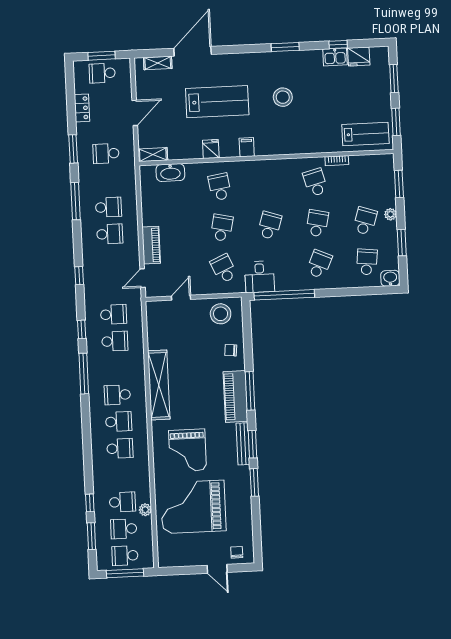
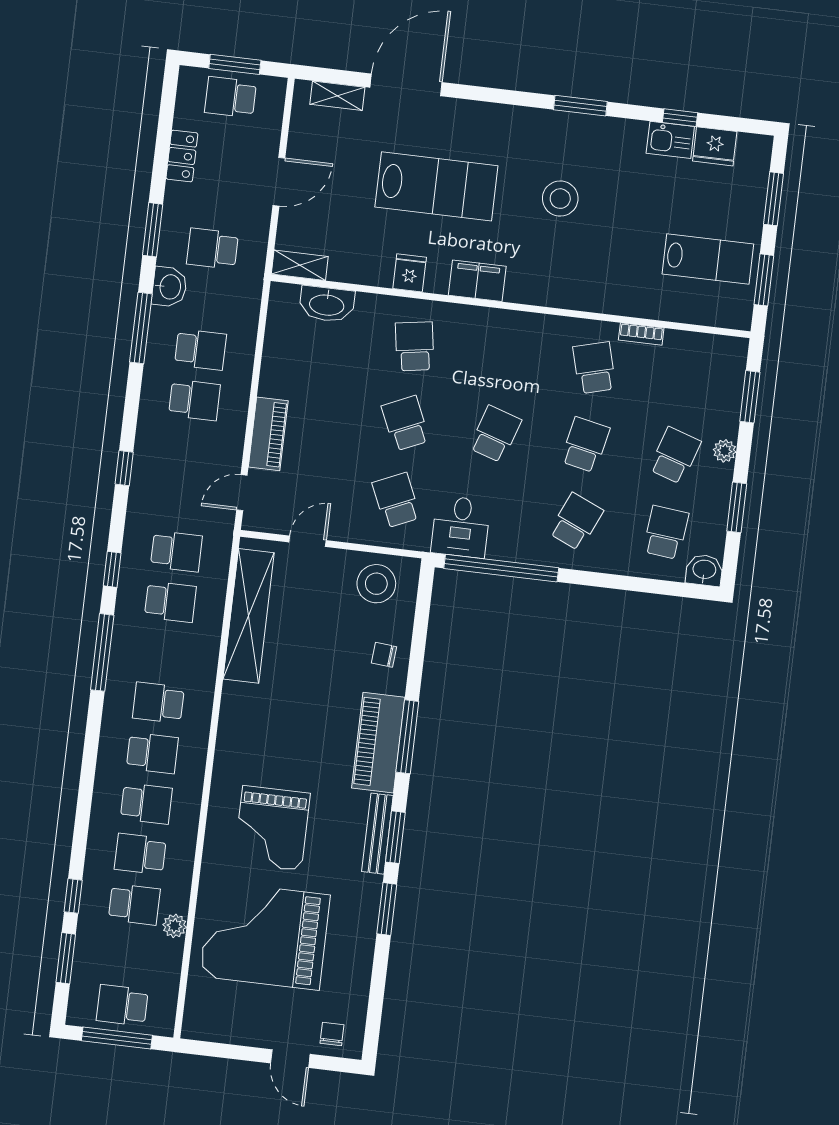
lab bench: (365, 134) -> (708, 259), moved
filing cabinet: (247, 147) -> (477, 281), width x2.00
washbasin: (87, 177) -> (169, 287), added
school desk: (222, 228) -> (405, 423), turned -36
shelving: (159, 385) -> (249, 616), moved
school desk: (124, 529) -> (140, 854), moved

